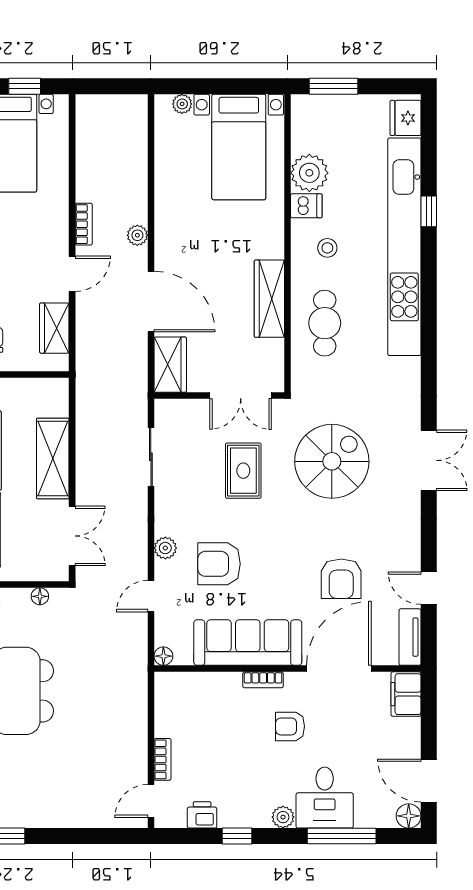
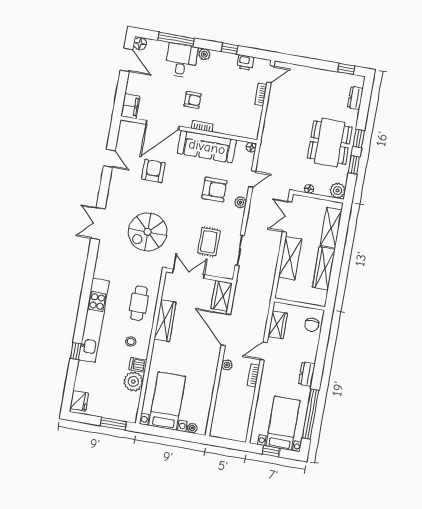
kitchen unit: (404, 247) -> (94, 320), width x0.73
rug: (243, 471) -> (209, 242), moved
tv unit: (410, 637) -> (123, 135), removed

